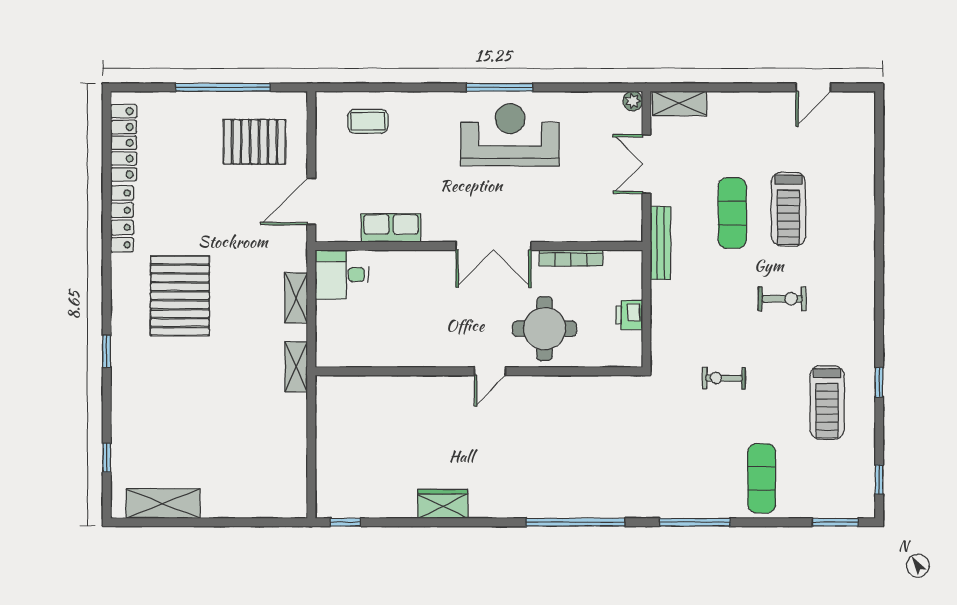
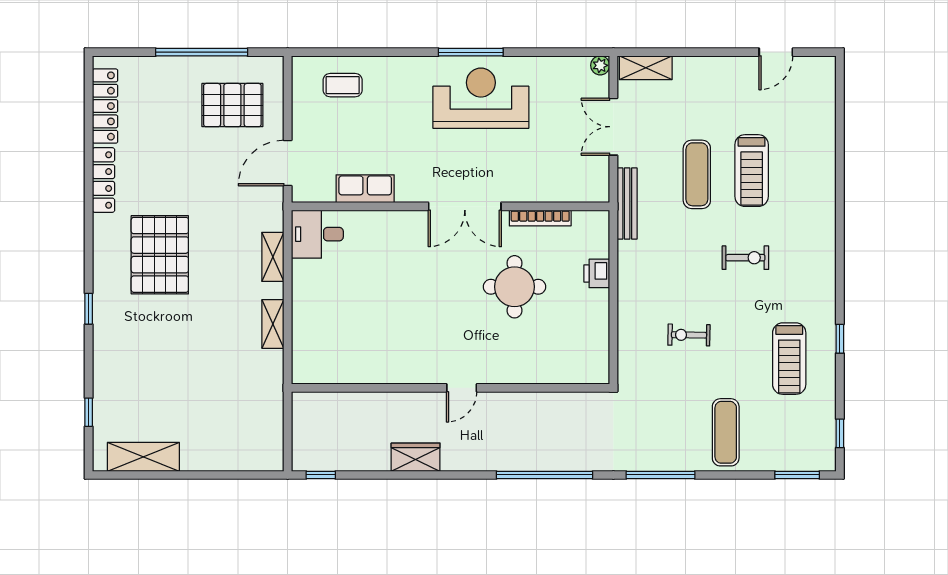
wall: (479, 371) -> (451, 388), moved
door: (490, 371) -> (462, 388), moved

